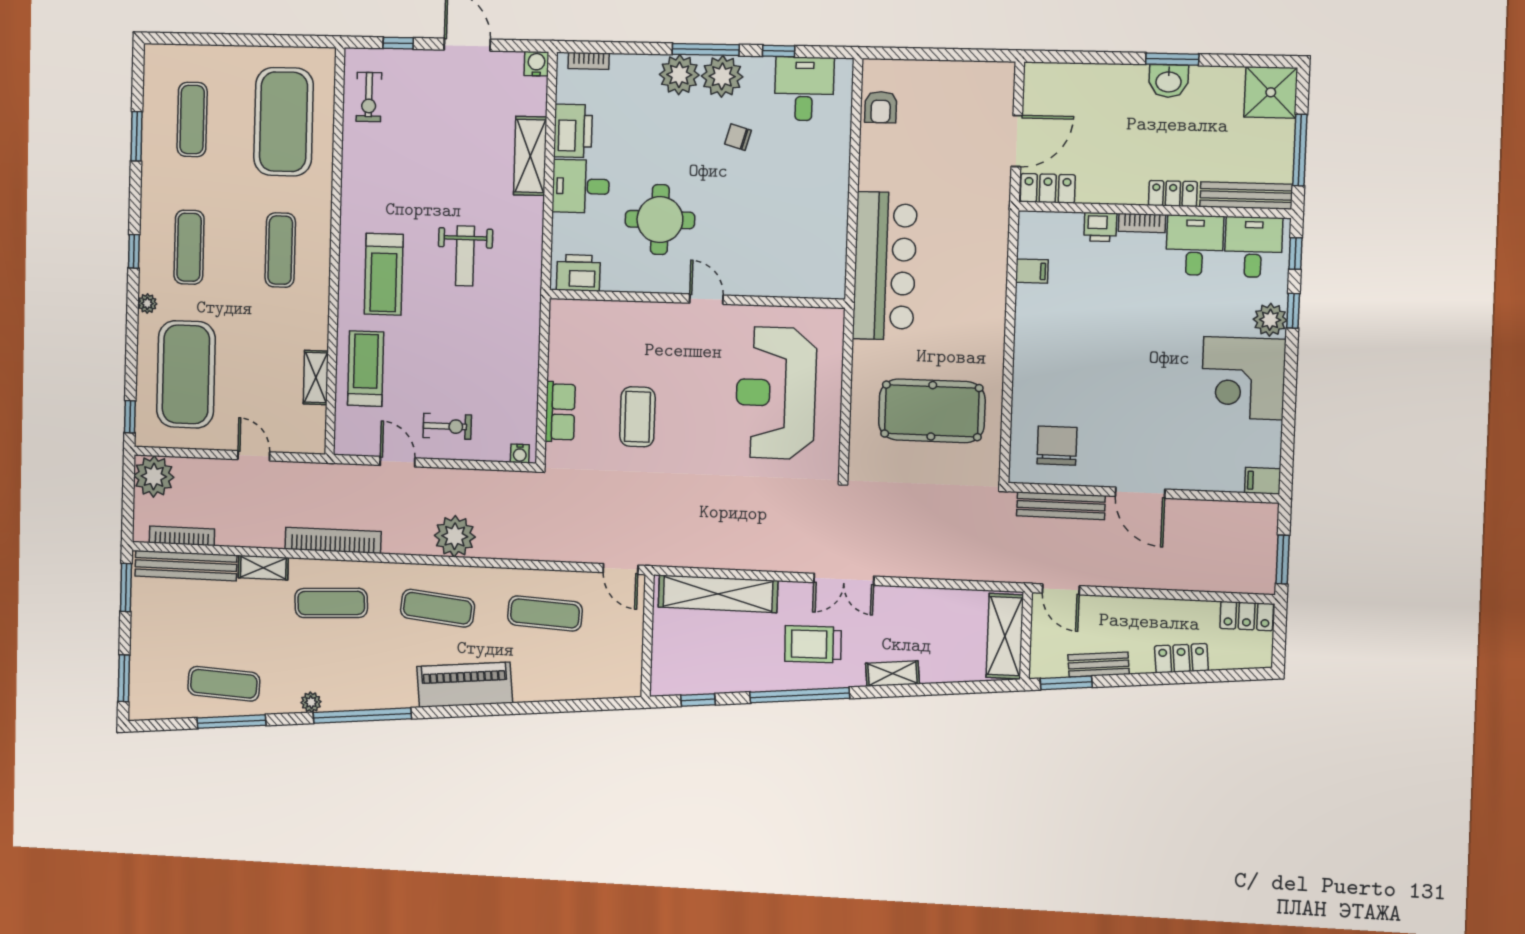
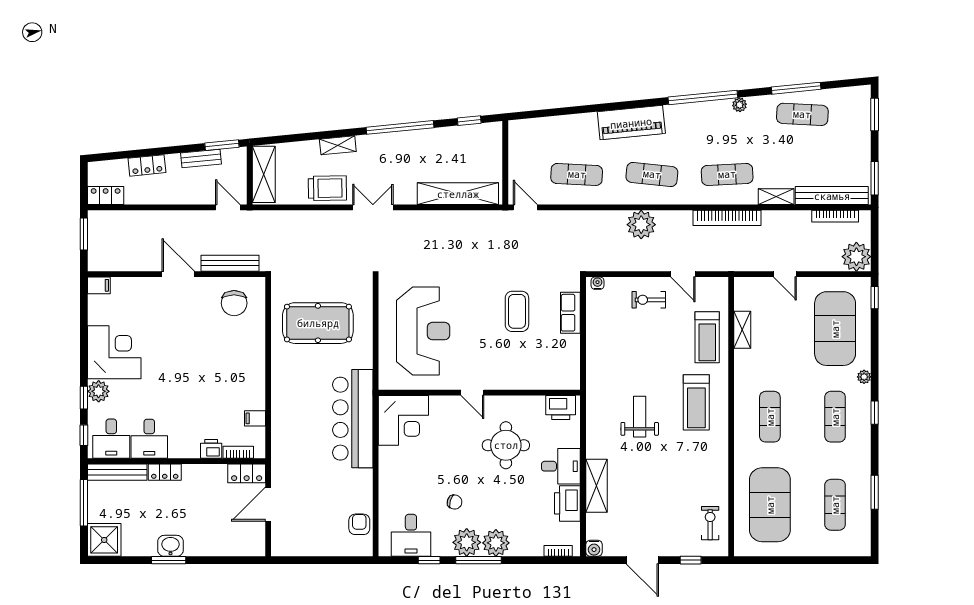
bookcase: (1142, 223) -> (238, 452), moved
corner desk: (810, 261) -> (403, 420), added
treadmill: (384, 274) -> (696, 402), turned 180
trolley: (813, 644) -> (327, 188), moved

